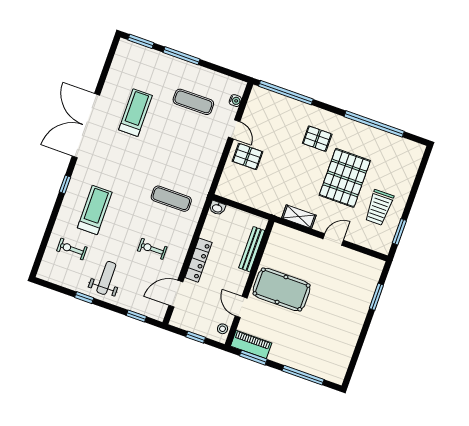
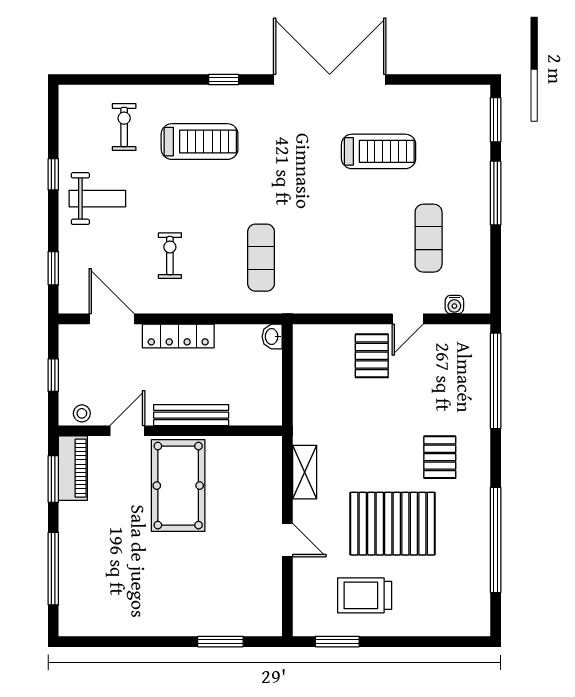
bench: (252, 249) -> (191, 415), moved

